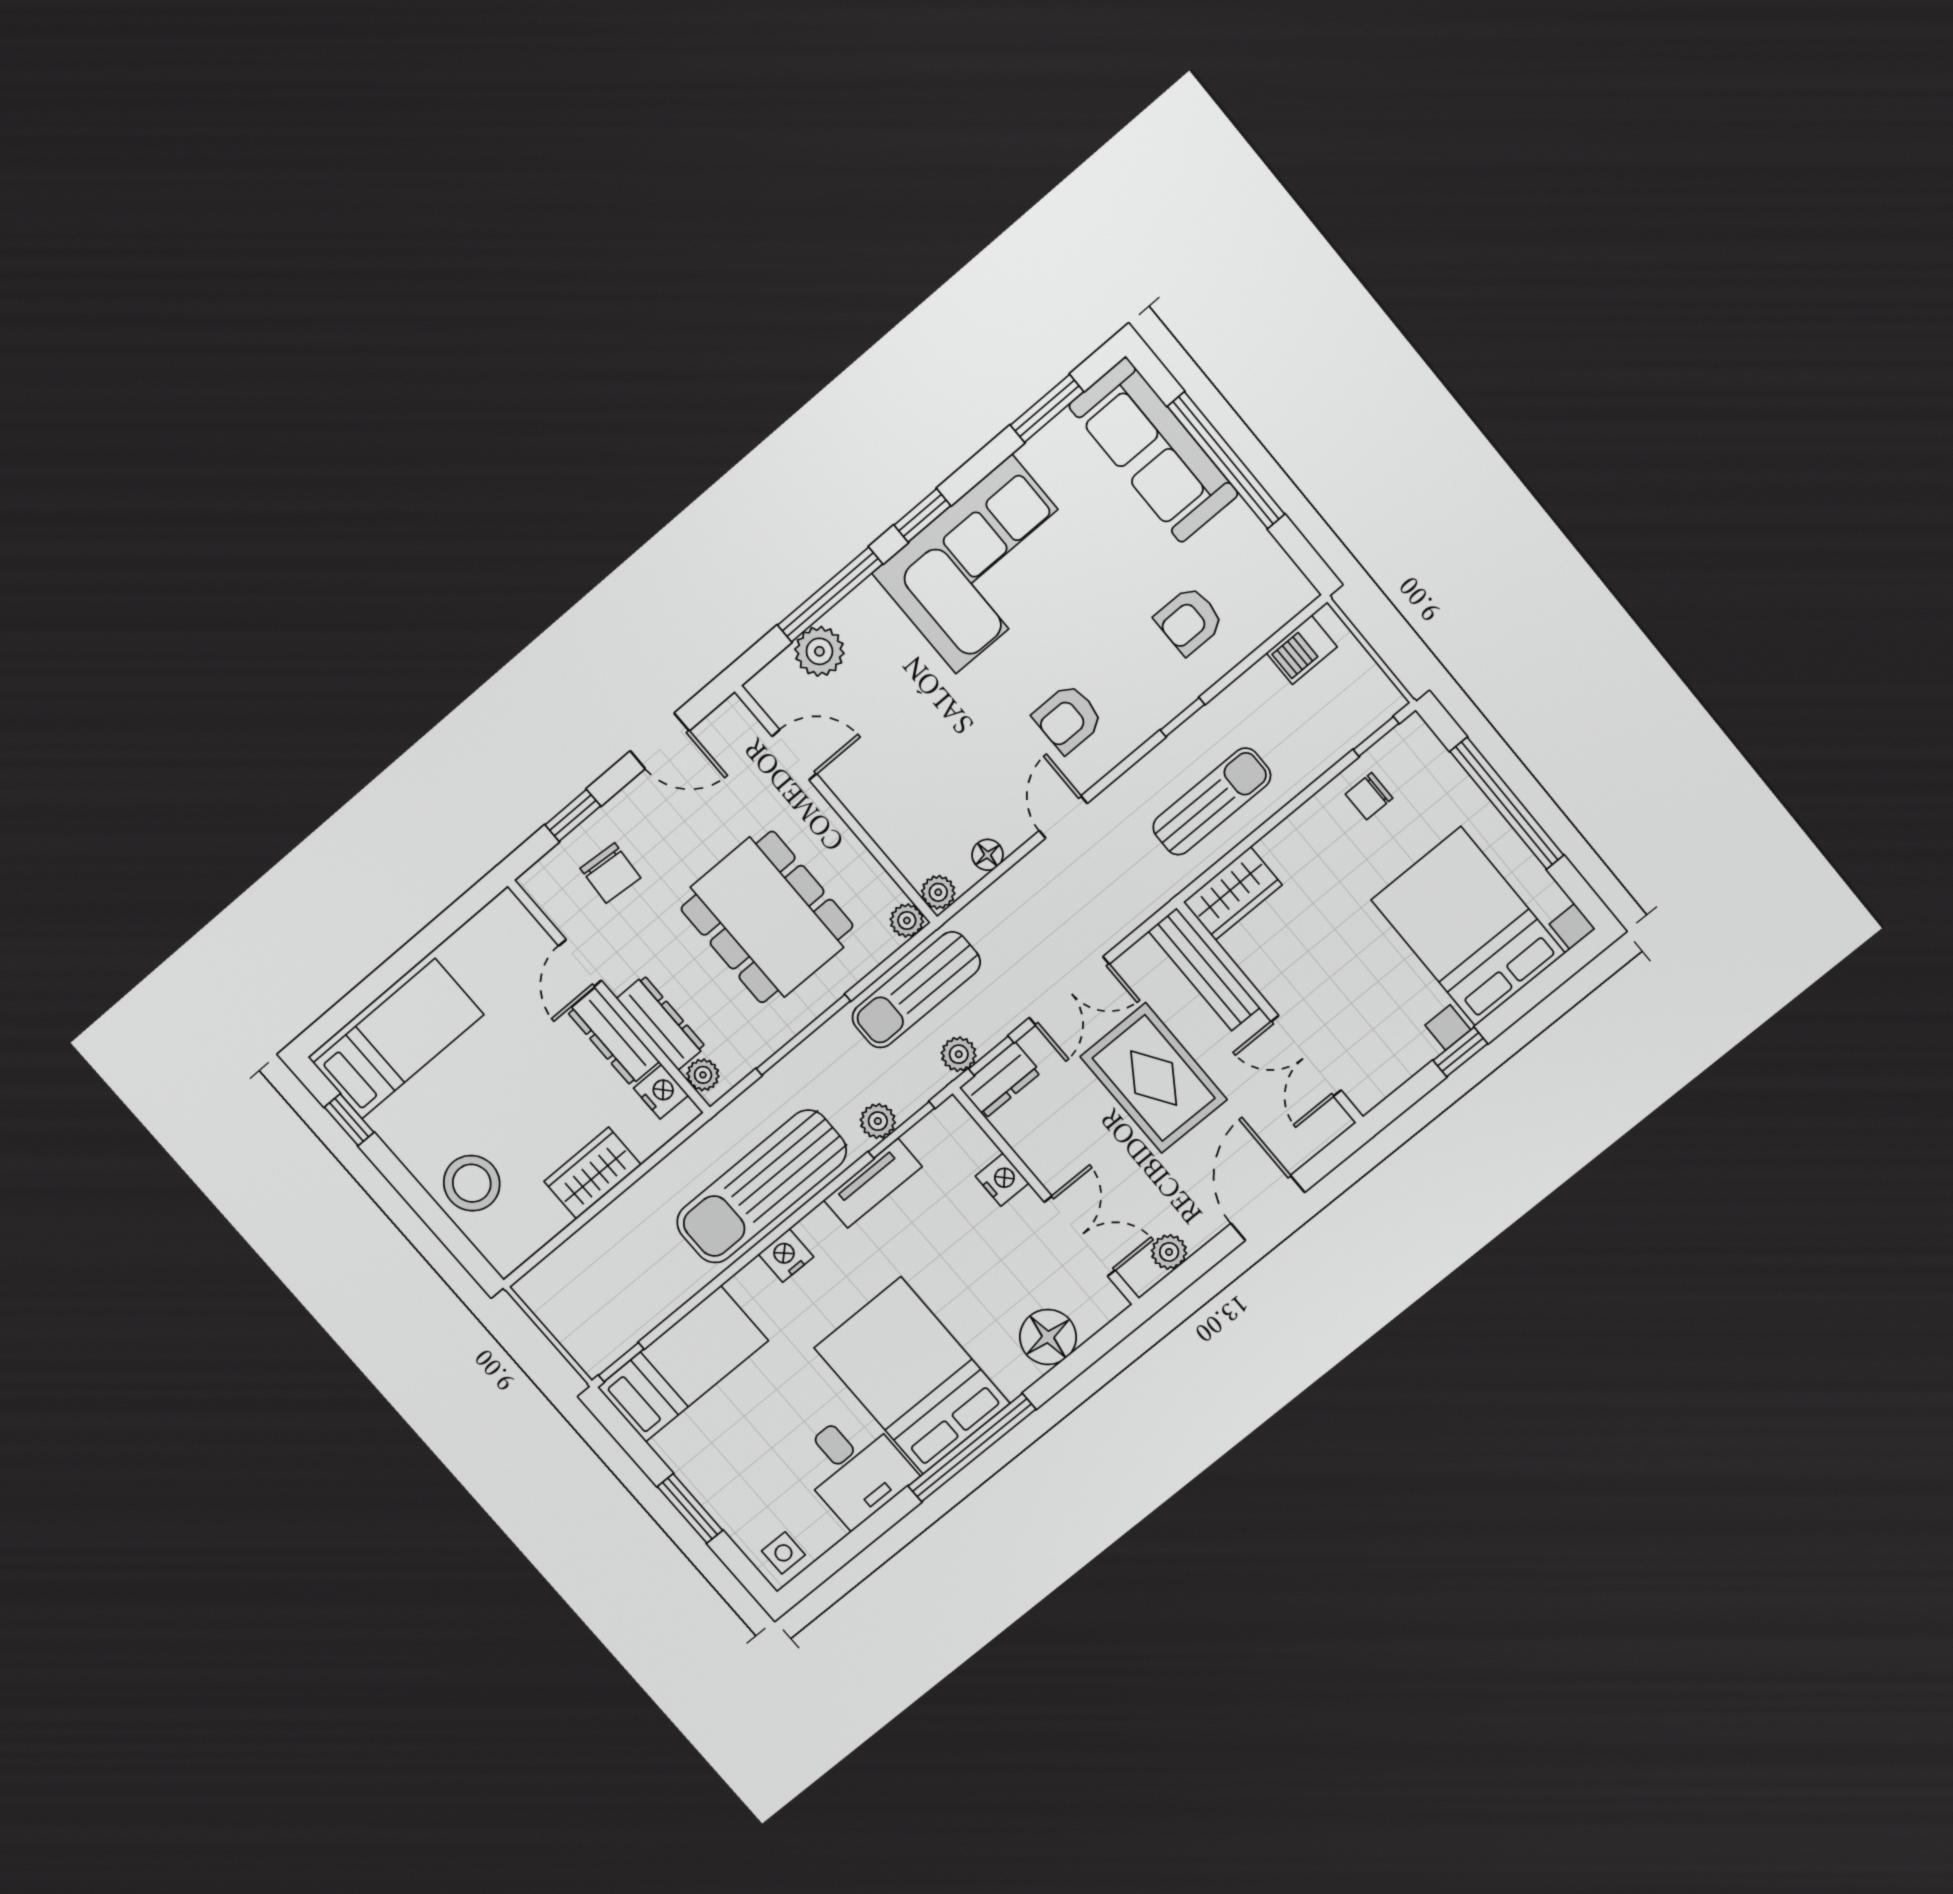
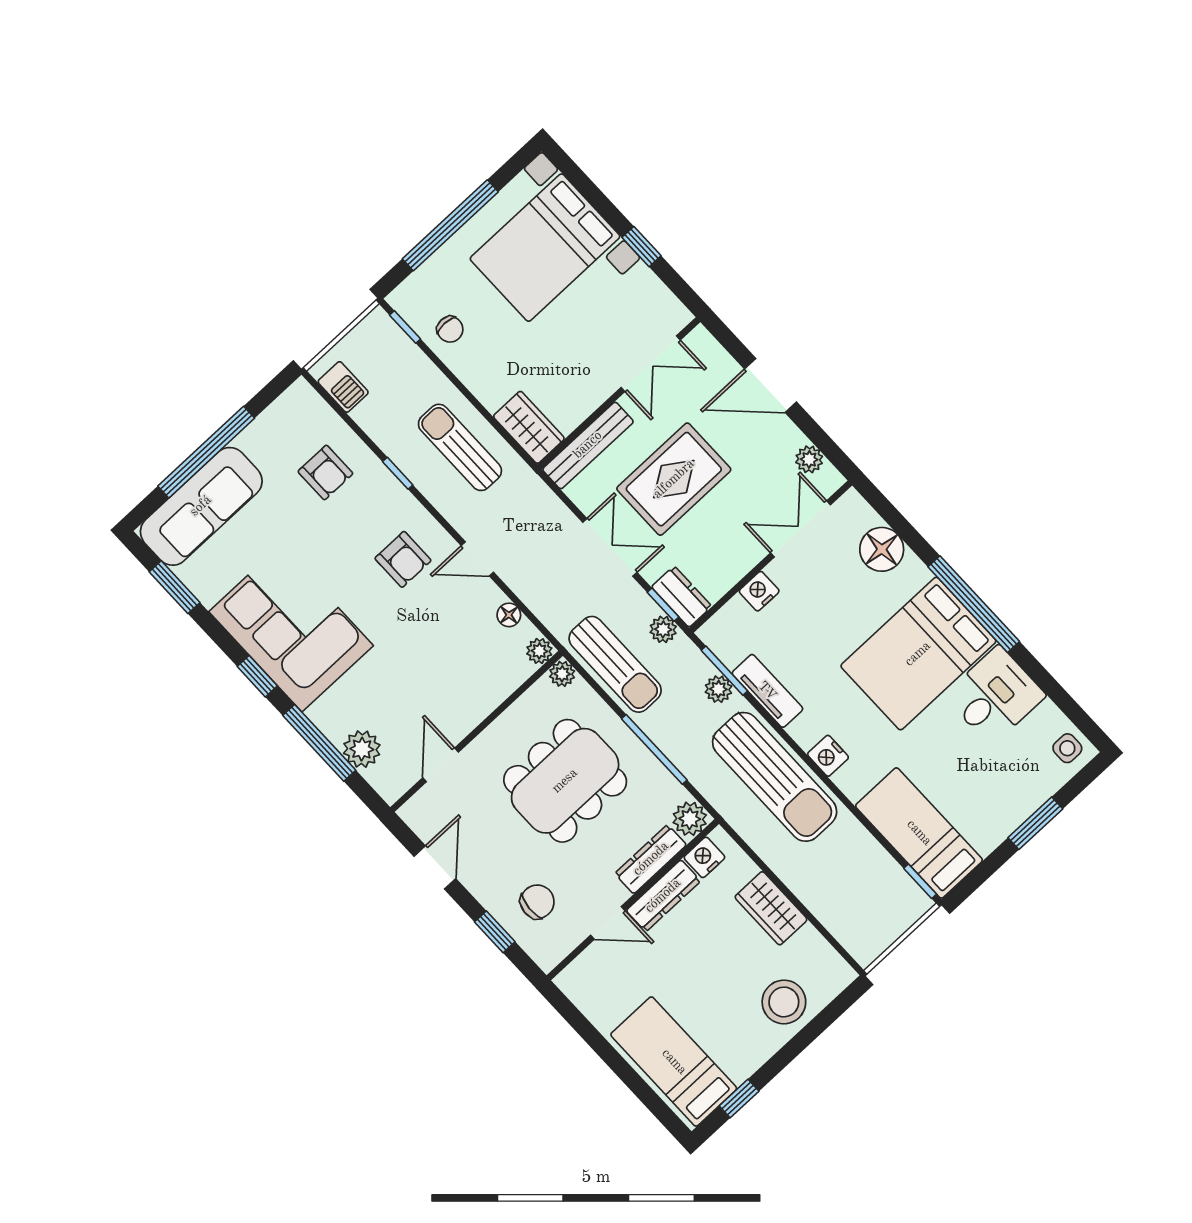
plant: (703, 1075) -> (690, 819), width x1.38, depth x1.38

